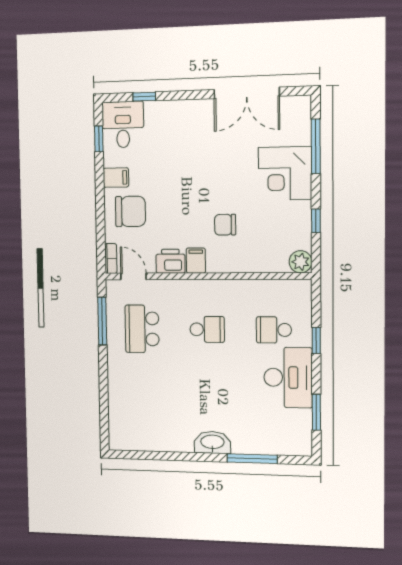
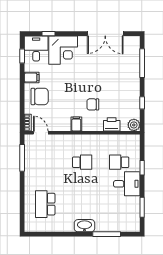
corner desk: (285, 173) -> (63, 50), moved, turned -90
printer: (170, 261) -> (112, 124), moved
school desk: (142, 329) -> (45, 204), moved
desk: (288, 377) -> (127, 184), width x0.73

